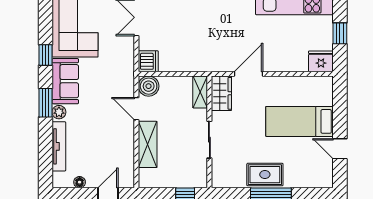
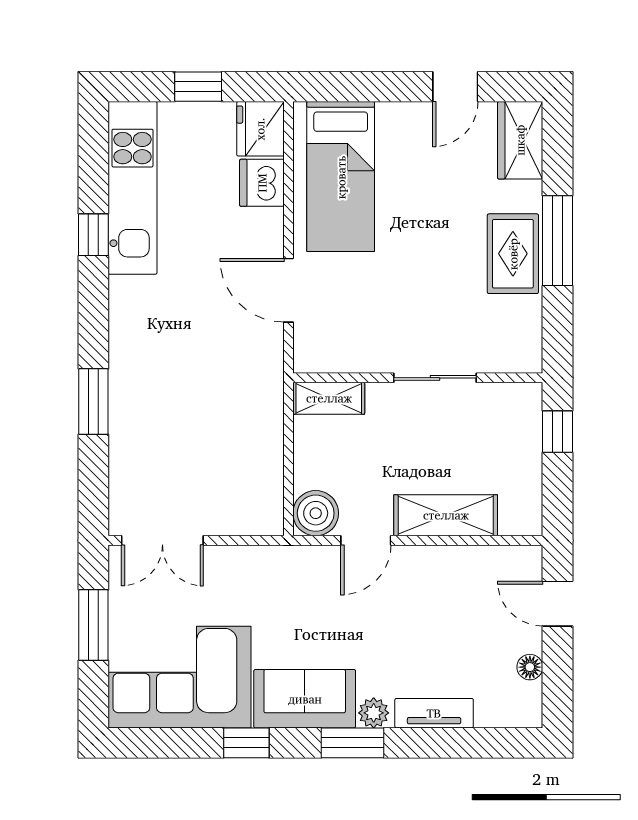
dishwasher: (148, 61) -> (262, 183), moved, turned -90
wardrobe: (221, 93) -> (520, 140), moved, turned -90
bed: (300, 121) -> (341, 177), moved
tv unit: (59, 146) -> (434, 713), width x0.71

